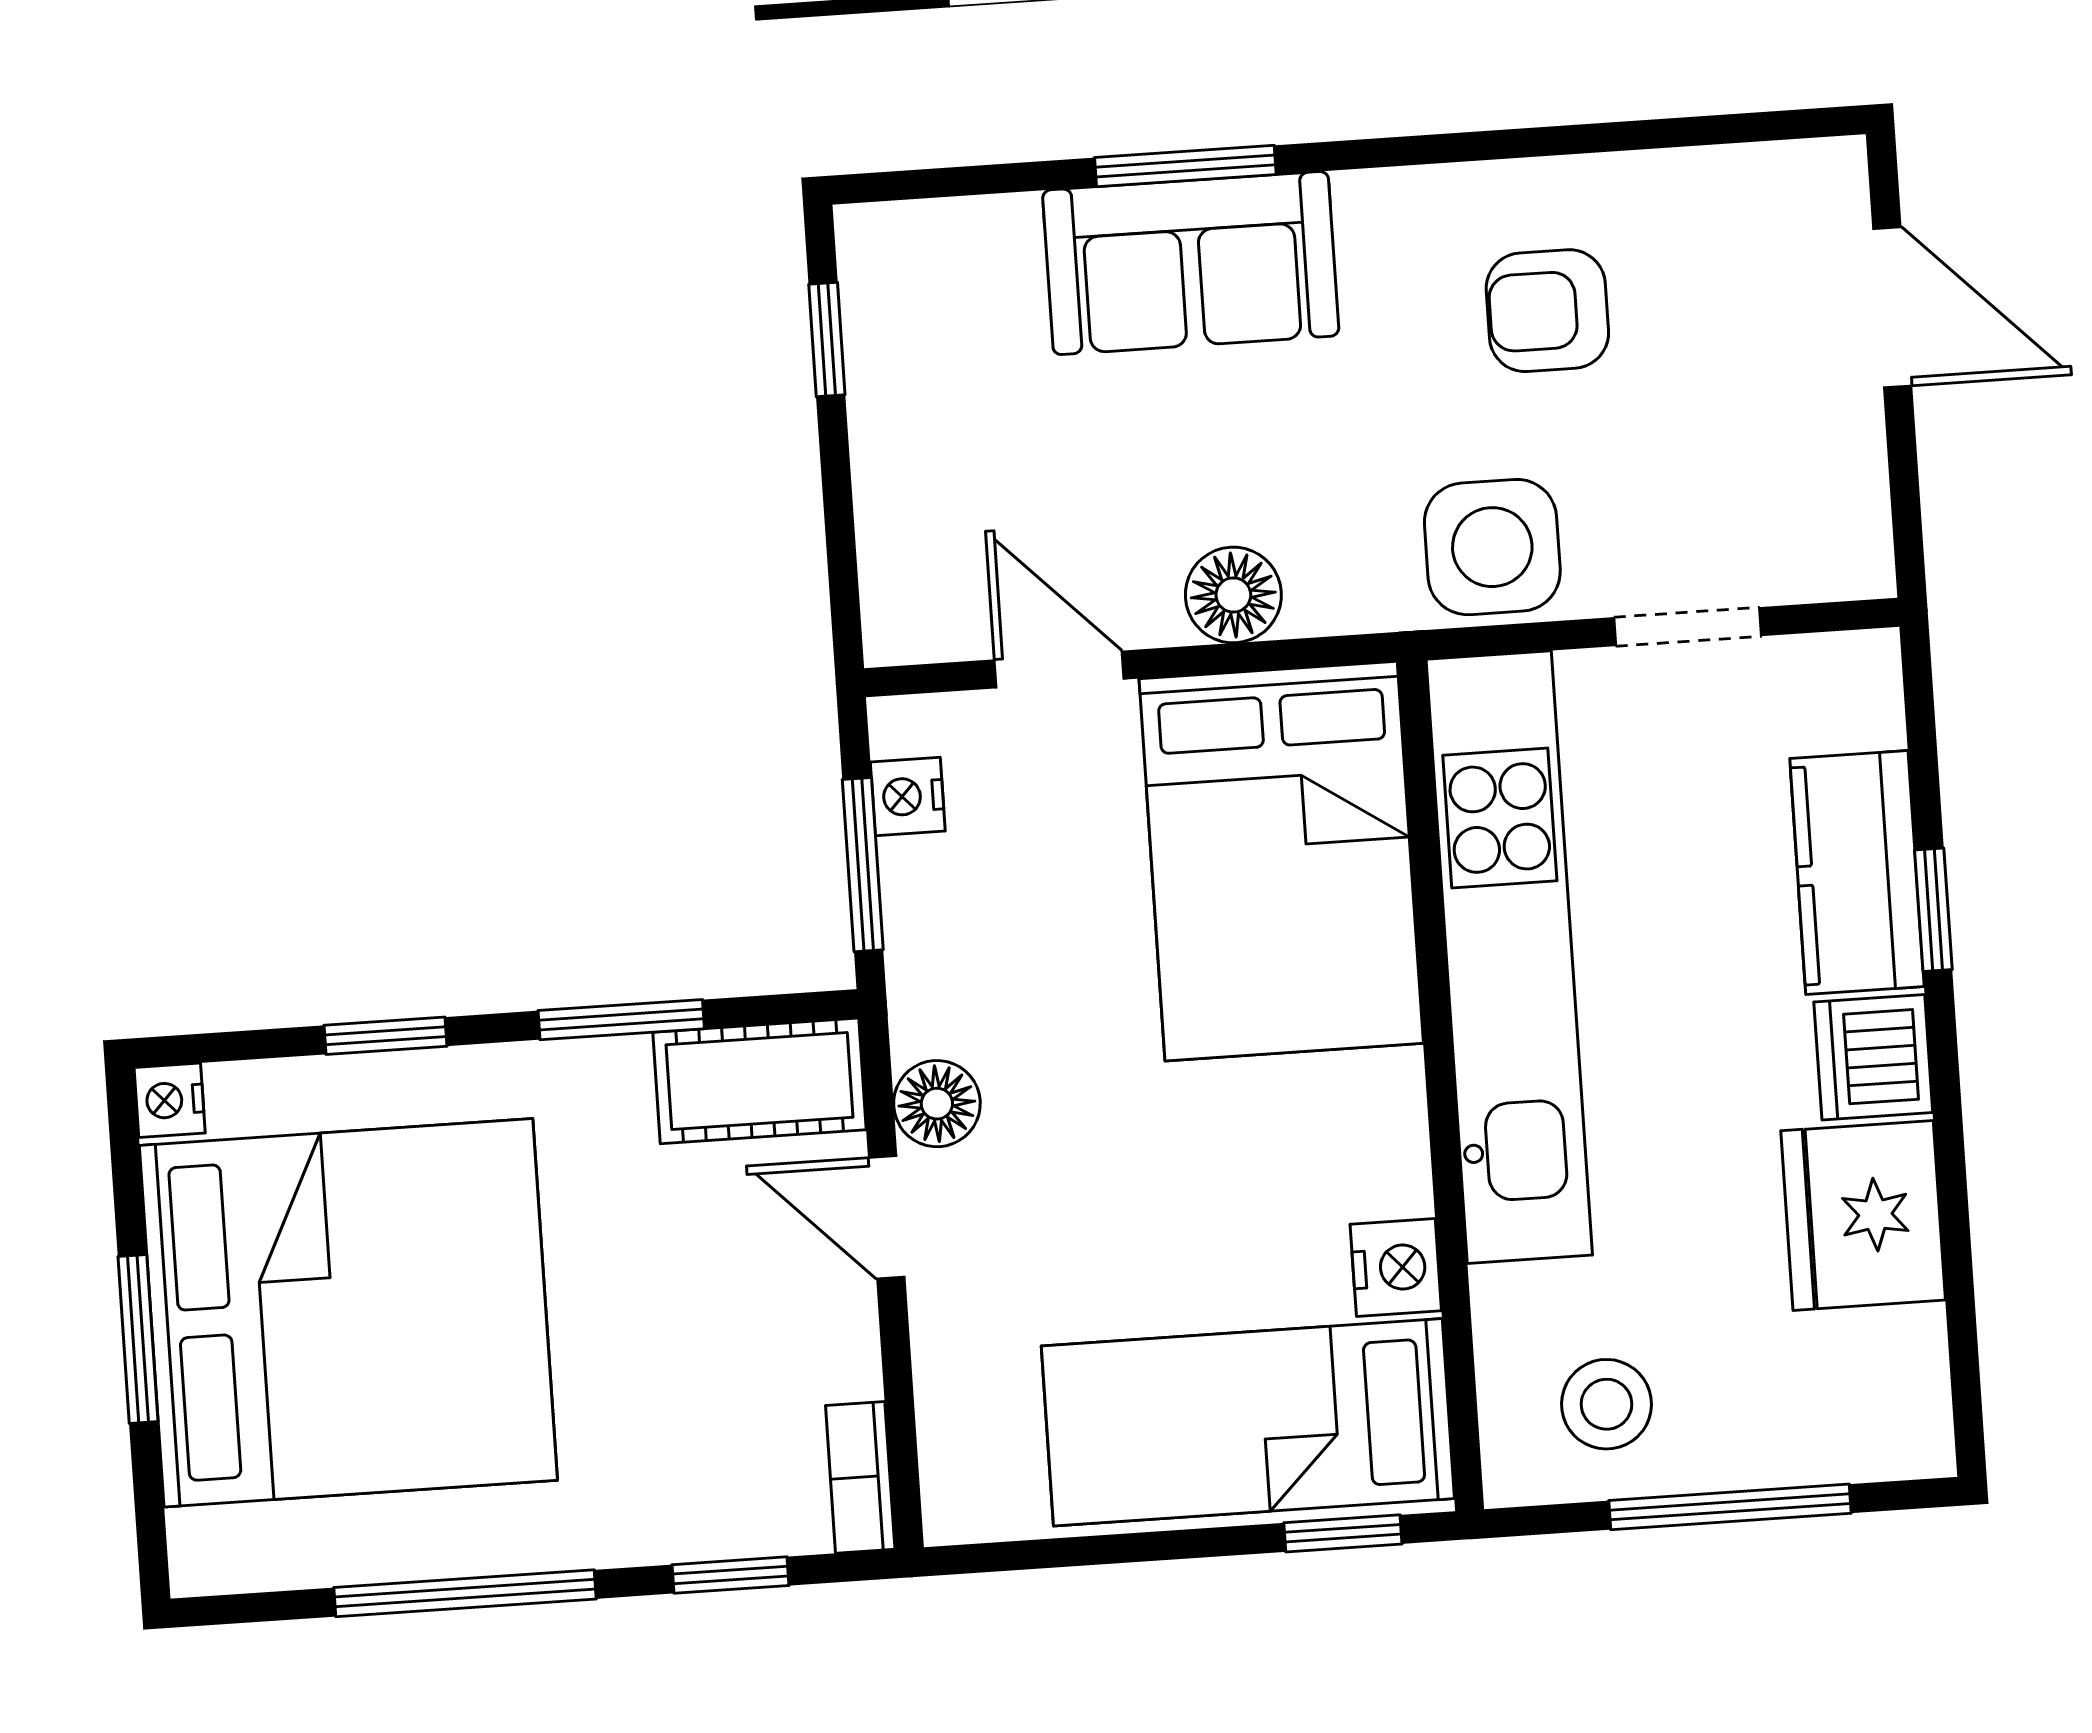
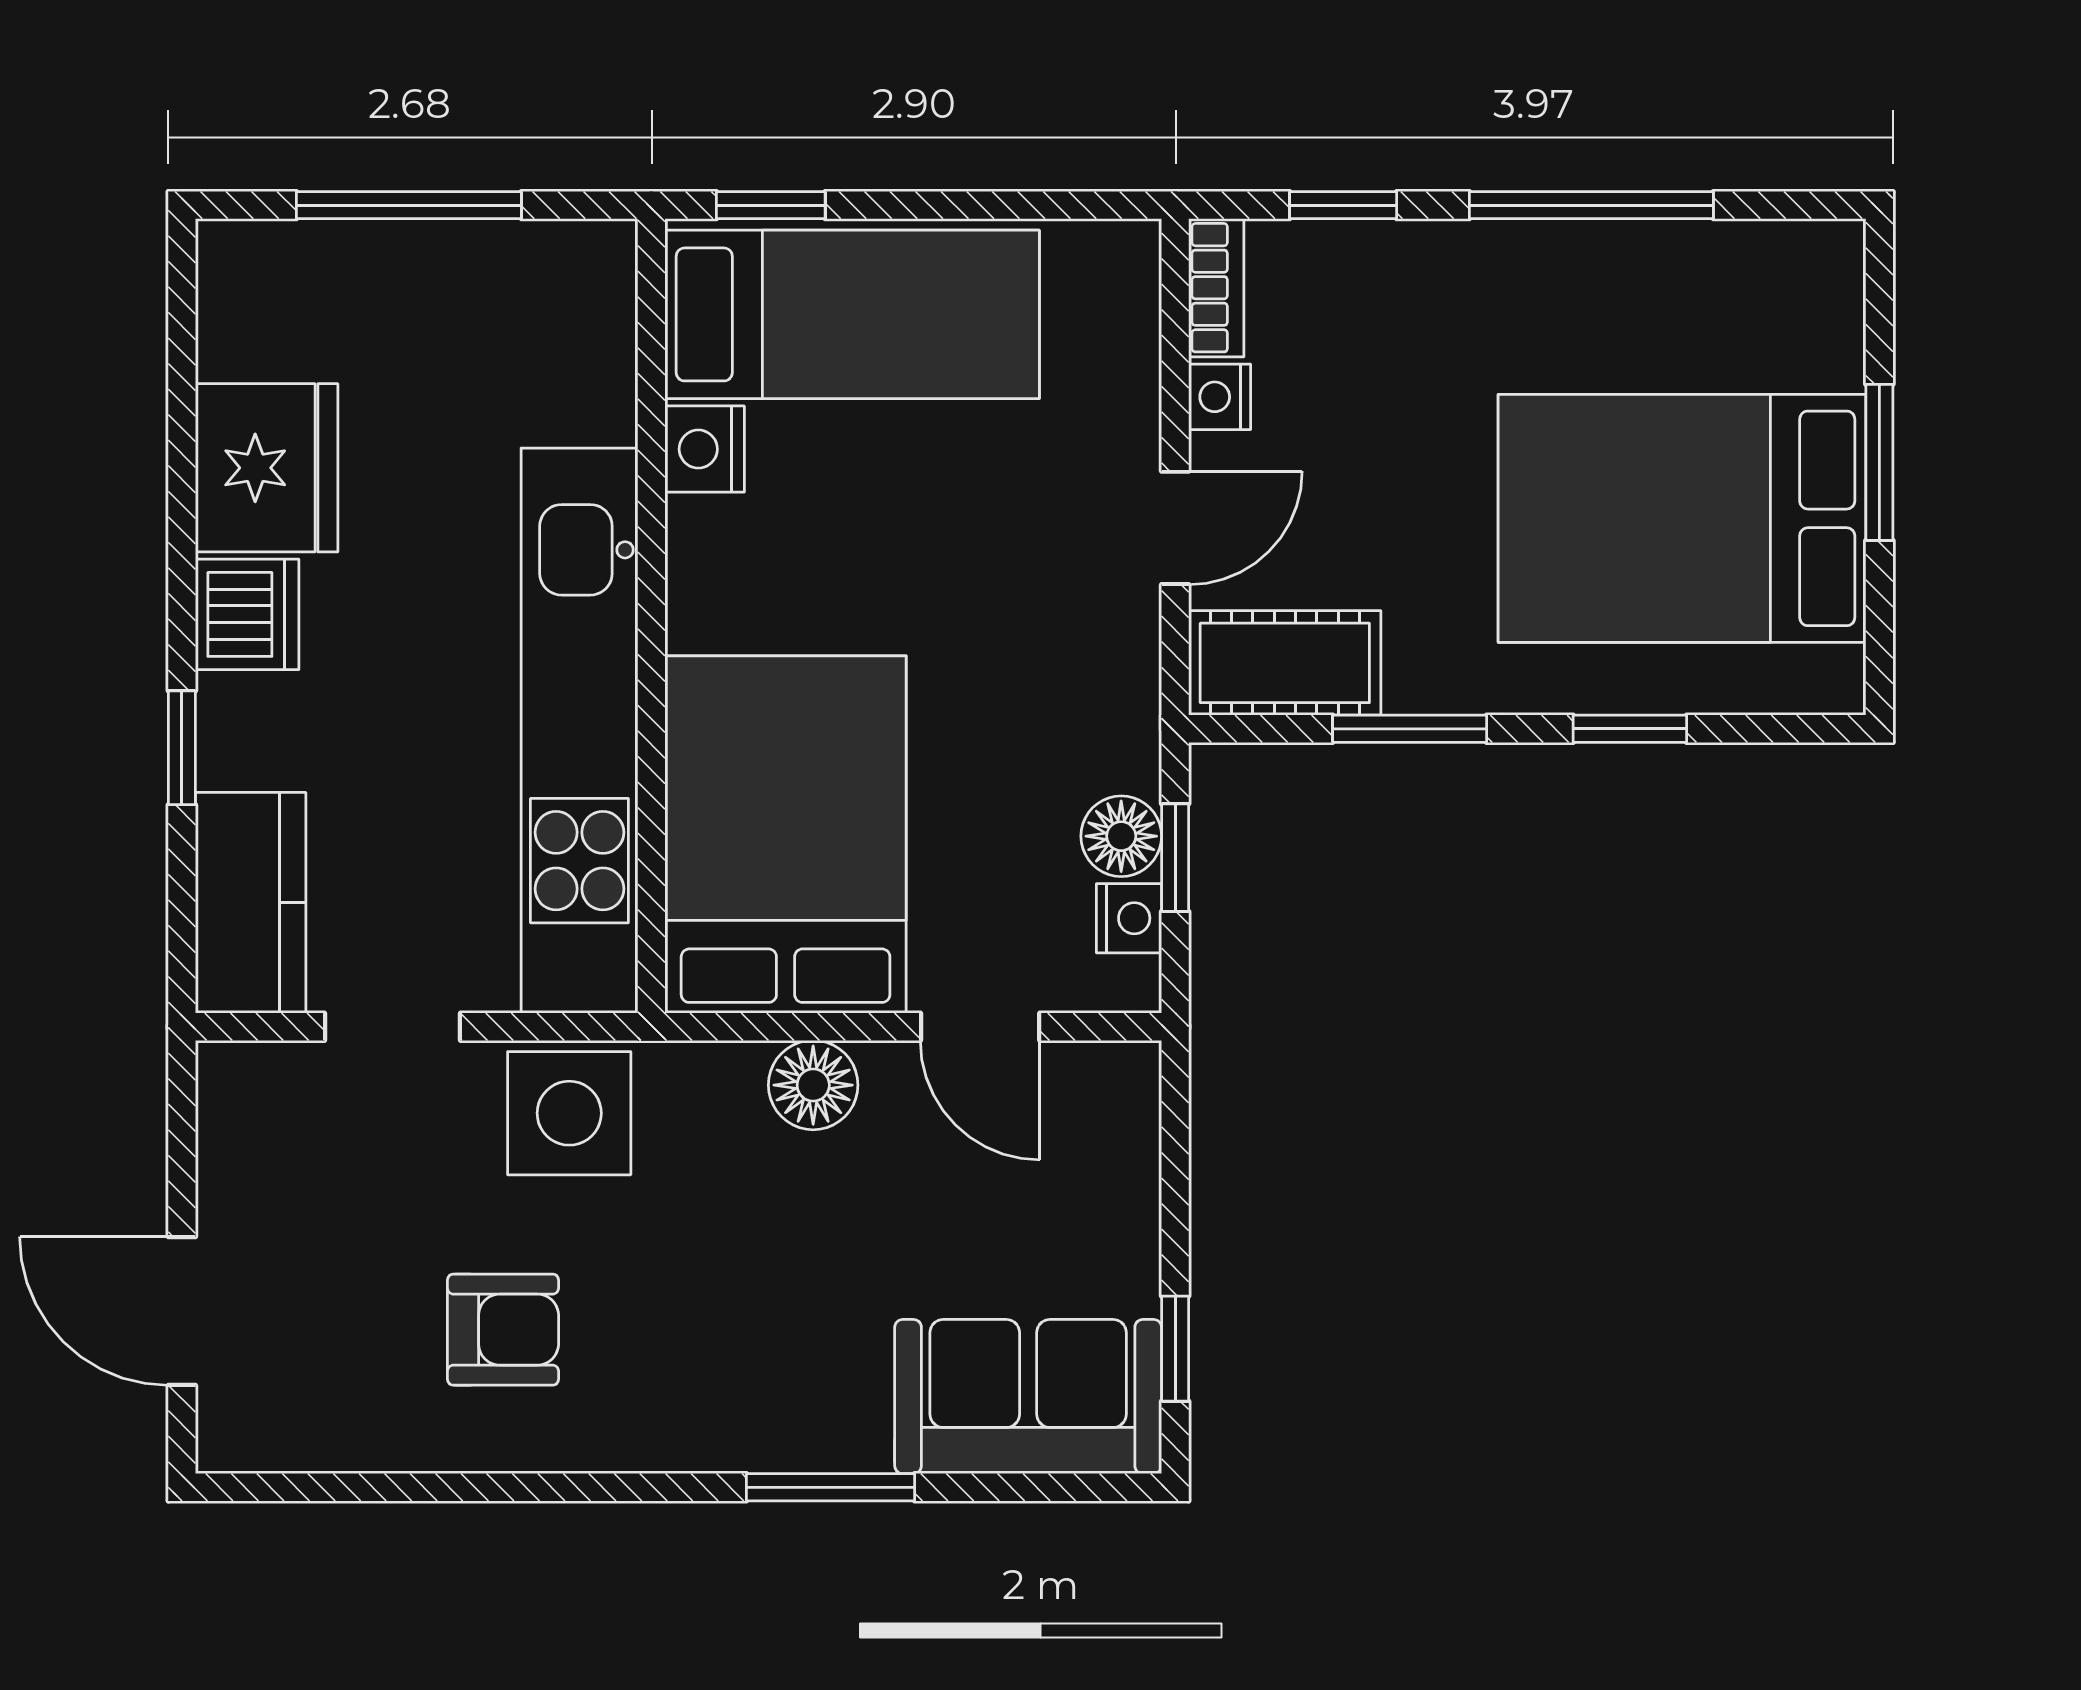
sofa: (1191, 263) -> (1028, 1397), moved
window: (863, 865) -> (1175, 858), width x0.67
kitchen counter: (1857, 872) -> (251, 903), moved
nightstand: (170, 1100) -> (1220, 397), moved, turned 180
floor lamp: (937, 1104) -> (1121, 836), moved
door: (887, 1217) -> (1175, 528), hinge flipped
bed: (348, 1313) -> (1682, 518), width x0.73
stool: (1606, 1404) -> (517, 308), removed

